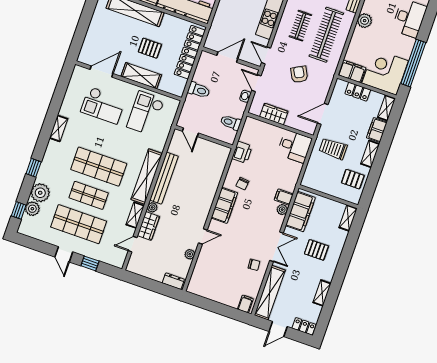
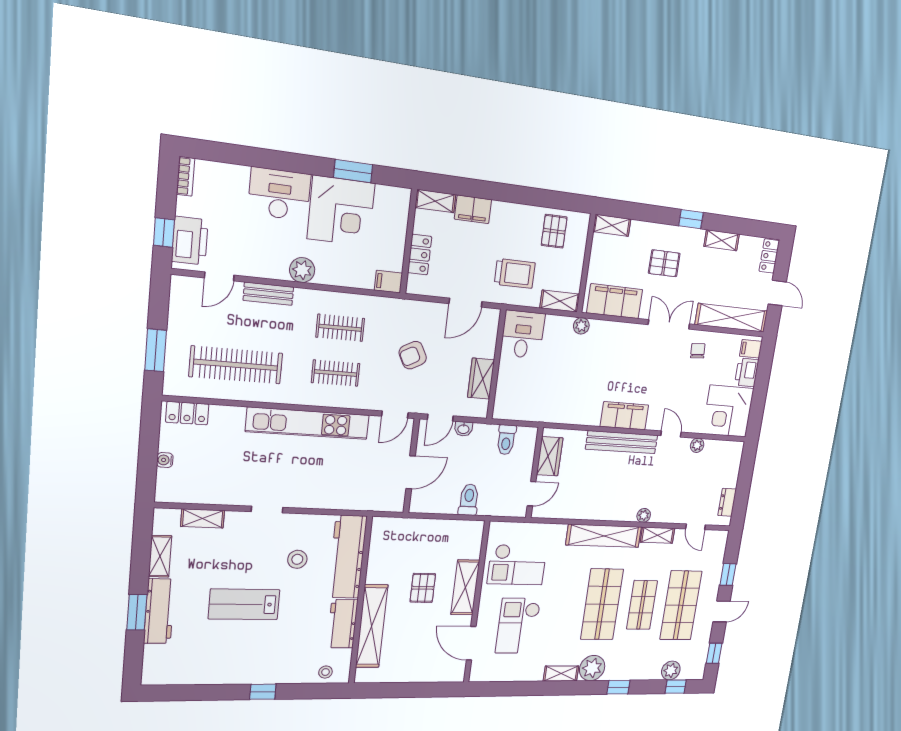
clothes rail: (326, 35) -> (340, 328), width x0.54, depth x0.76
locker: (190, 52) -> (416, 529), removed
door: (227, 57) -> (411, 472), swing flipped
window: (413, 63) -> (353, 171), width x0.47
filing cabinet: (352, 71) -> (388, 282), width x0.50
corner desk: (385, 72) -> (341, 211), moved, turned -90
checkout: (103, 105) -> (518, 626), turned 180
door: (323, 114) -> (466, 303), hinge flipped
trolley: (333, 149) -> (515, 273), turned -90
printer: (242, 152) -> (747, 372), moved, turned -90
shelving: (370, 154) -> (560, 301), moved
bench: (164, 178) -> (622, 442), moved
chair: (242, 184) -> (590, 398), removed
plant: (40, 193) -> (592, 668), moved
filing cabinet: (284, 197) -> (598, 332), removed
plant: (282, 210) -> (581, 326), moved
wardrobe: (148, 226) -> (550, 456), moved, turned 90
window: (34, 244) -> (714, 653), added
pallet: (316, 250) -> (664, 263), turned 90
window: (340, 273) -> (691, 219), added
dresser: (173, 281) -> (727, 502), moved
corner desk: (207, 281) -> (728, 411), added

